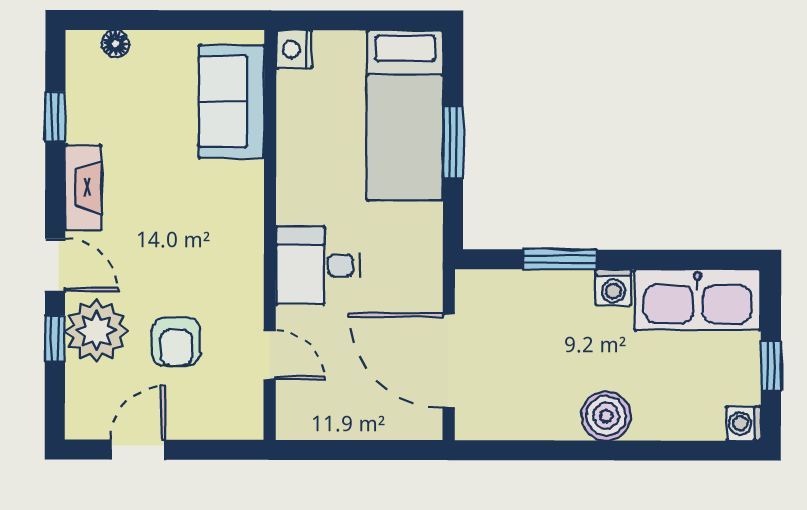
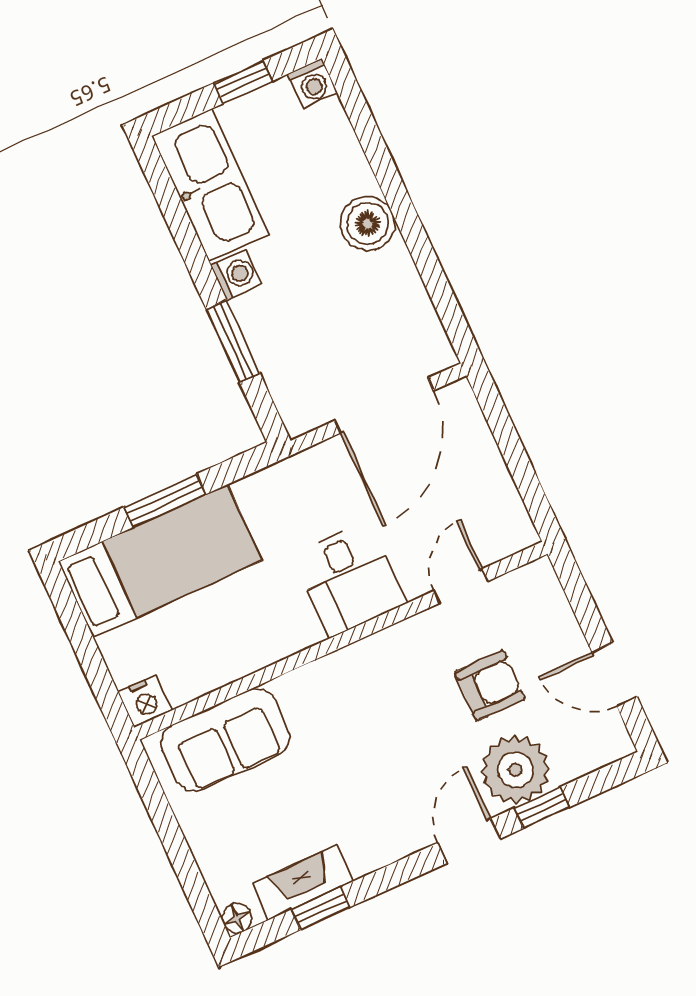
floor lamp: (115, 43) -> (237, 918), moved
fireplace: (83, 188) -> (303, 883), moved

